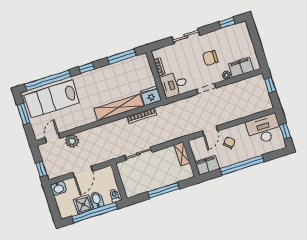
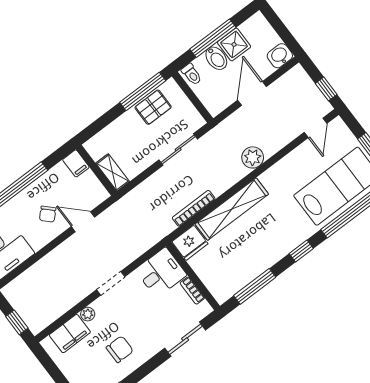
sliding door: (186, 36) -> (185, 339), moved
chair: (210, 58) -> (120, 349), moved
door: (210, 131) -> (83, 222), hinge flipped
plant: (72, 141) -> (253, 157), moved
filing cabinet: (207, 165) -> (76, 163), width x0.50
window: (41, 169) -> (326, 89), moved
pallet: (144, 184) -> (153, 107), added
window: (164, 190) -> (143, 92), moved
window: (95, 213) -> (213, 38), width x0.68

